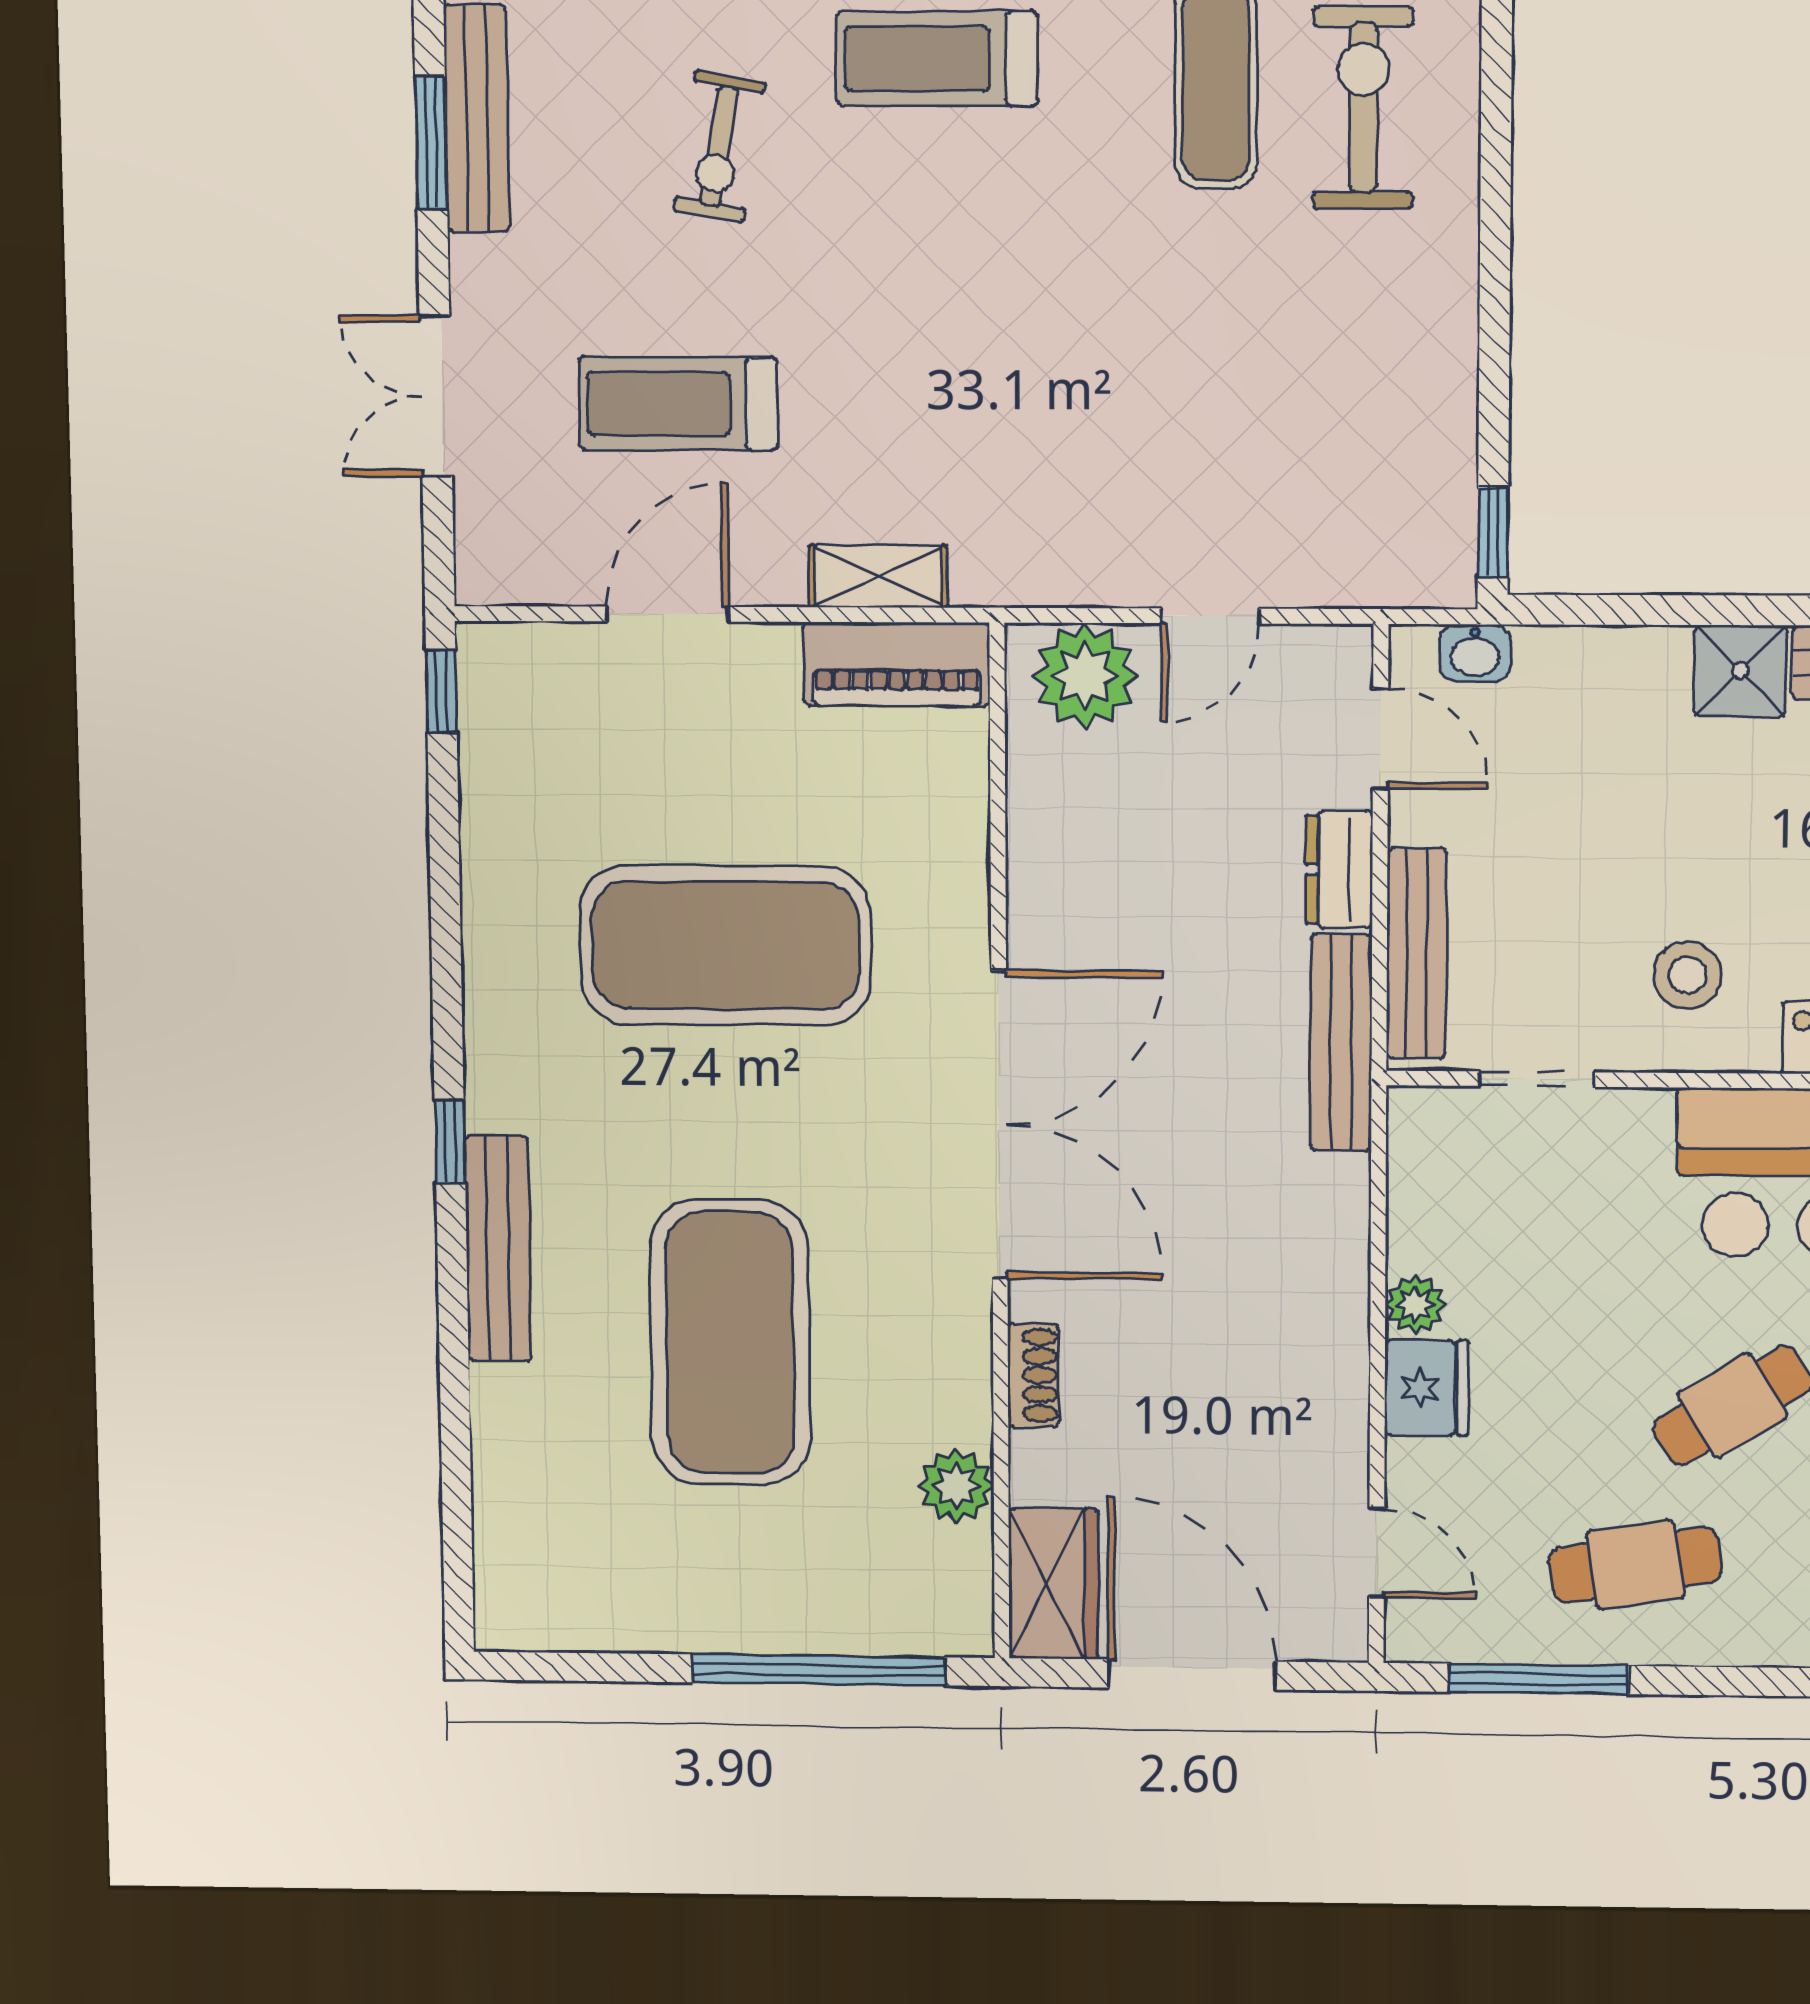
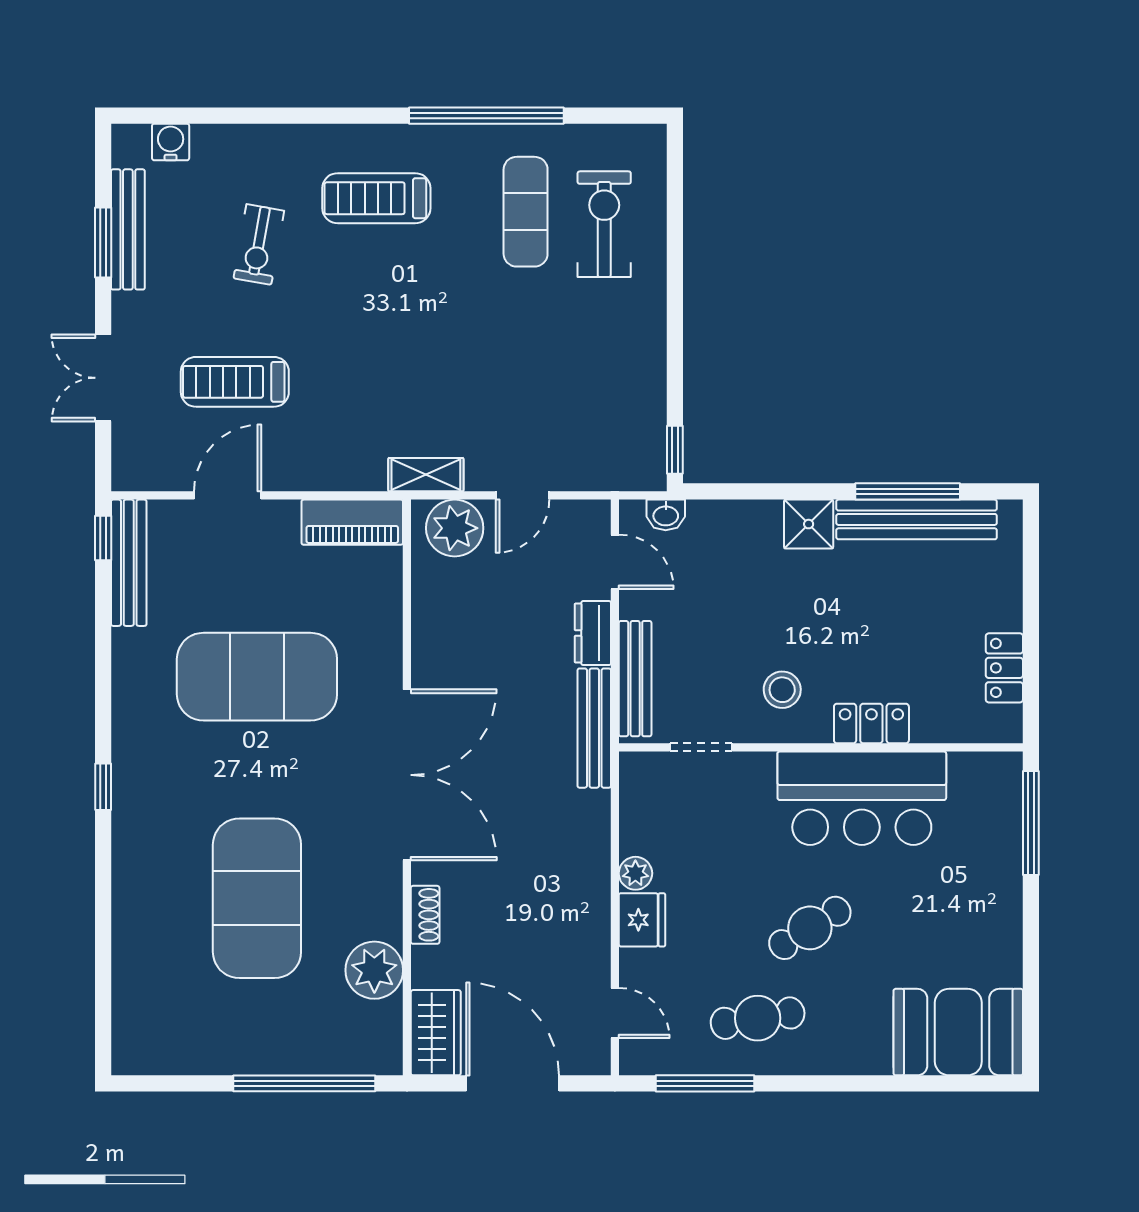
shelving: (878, 576) -> (426, 475), moved
bench: (498, 1249) -> (129, 563), moved
plant: (956, 1486) -> (374, 970), width x1.36, depth x1.36

